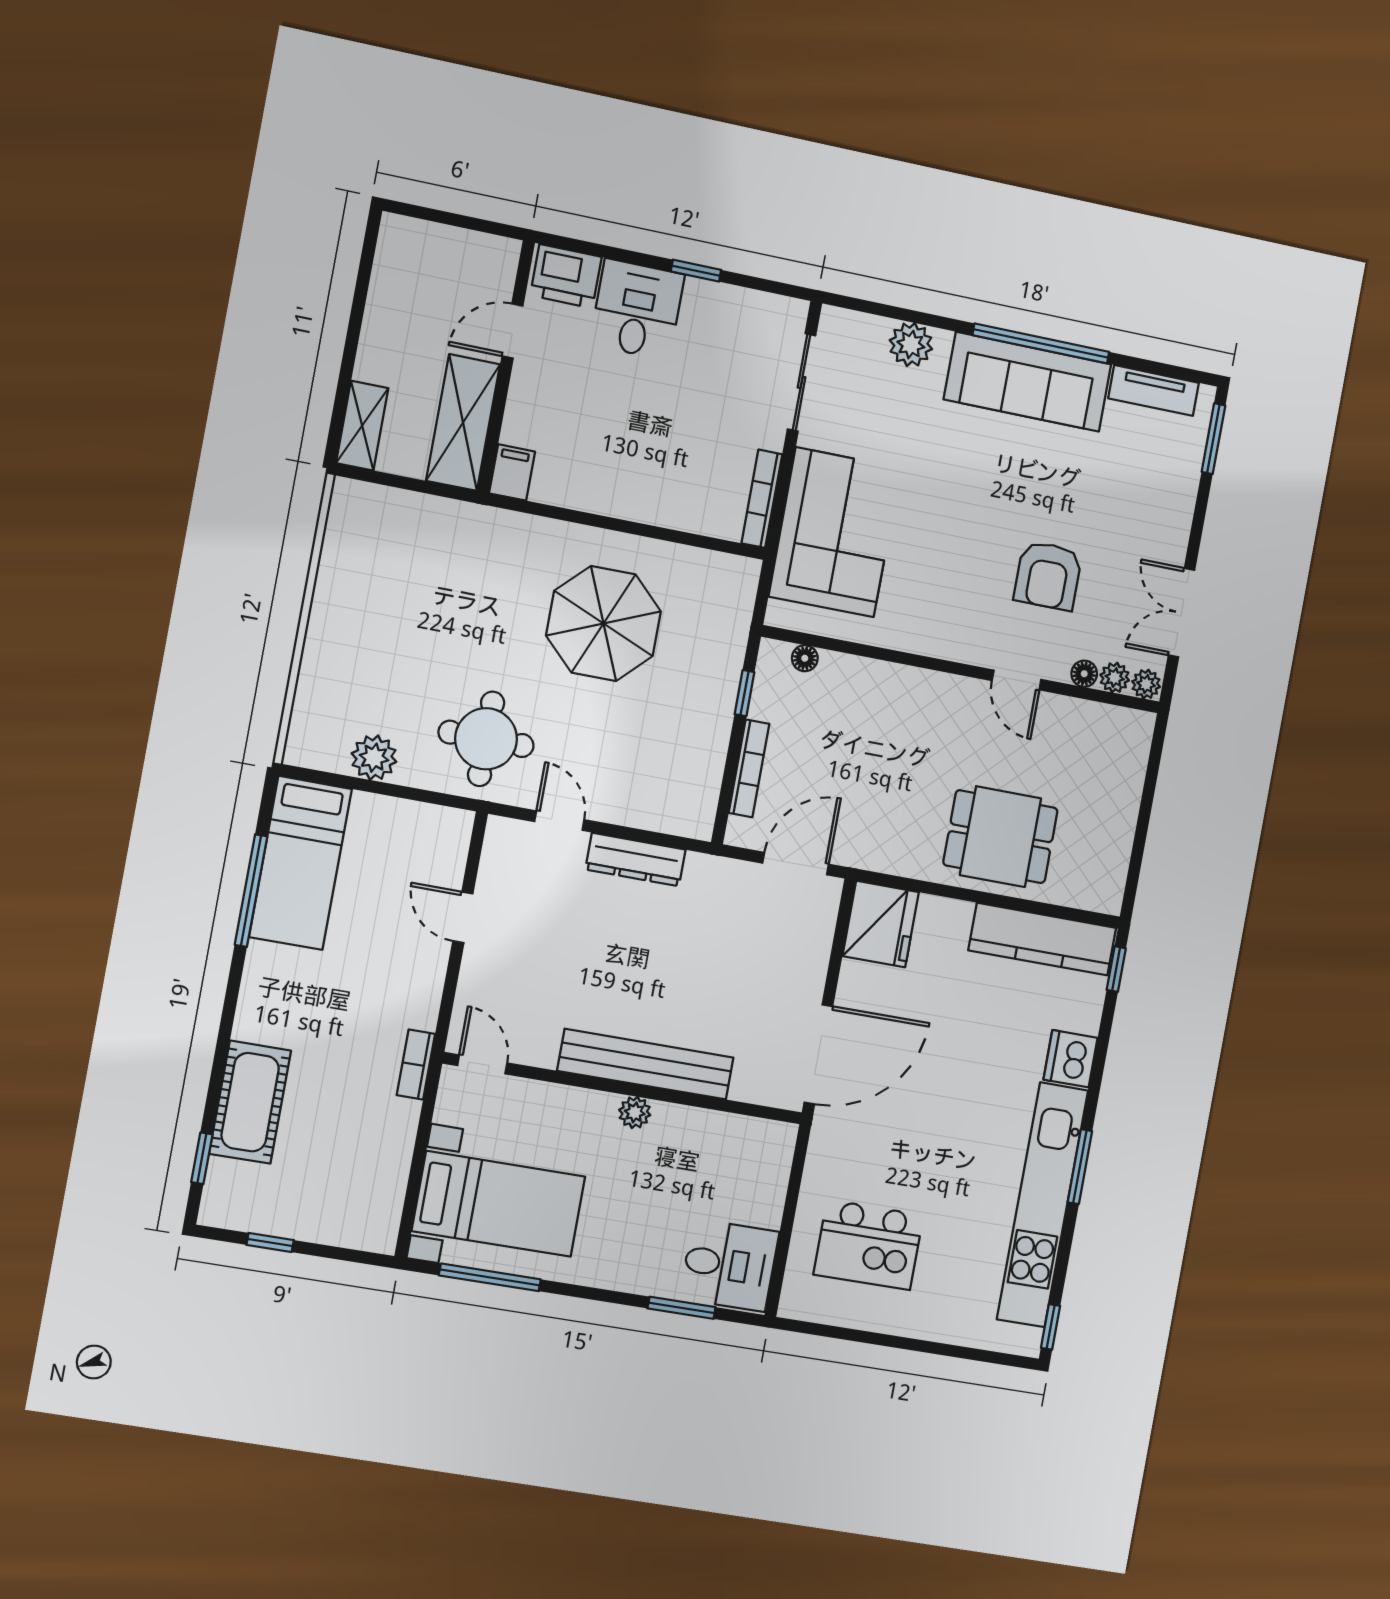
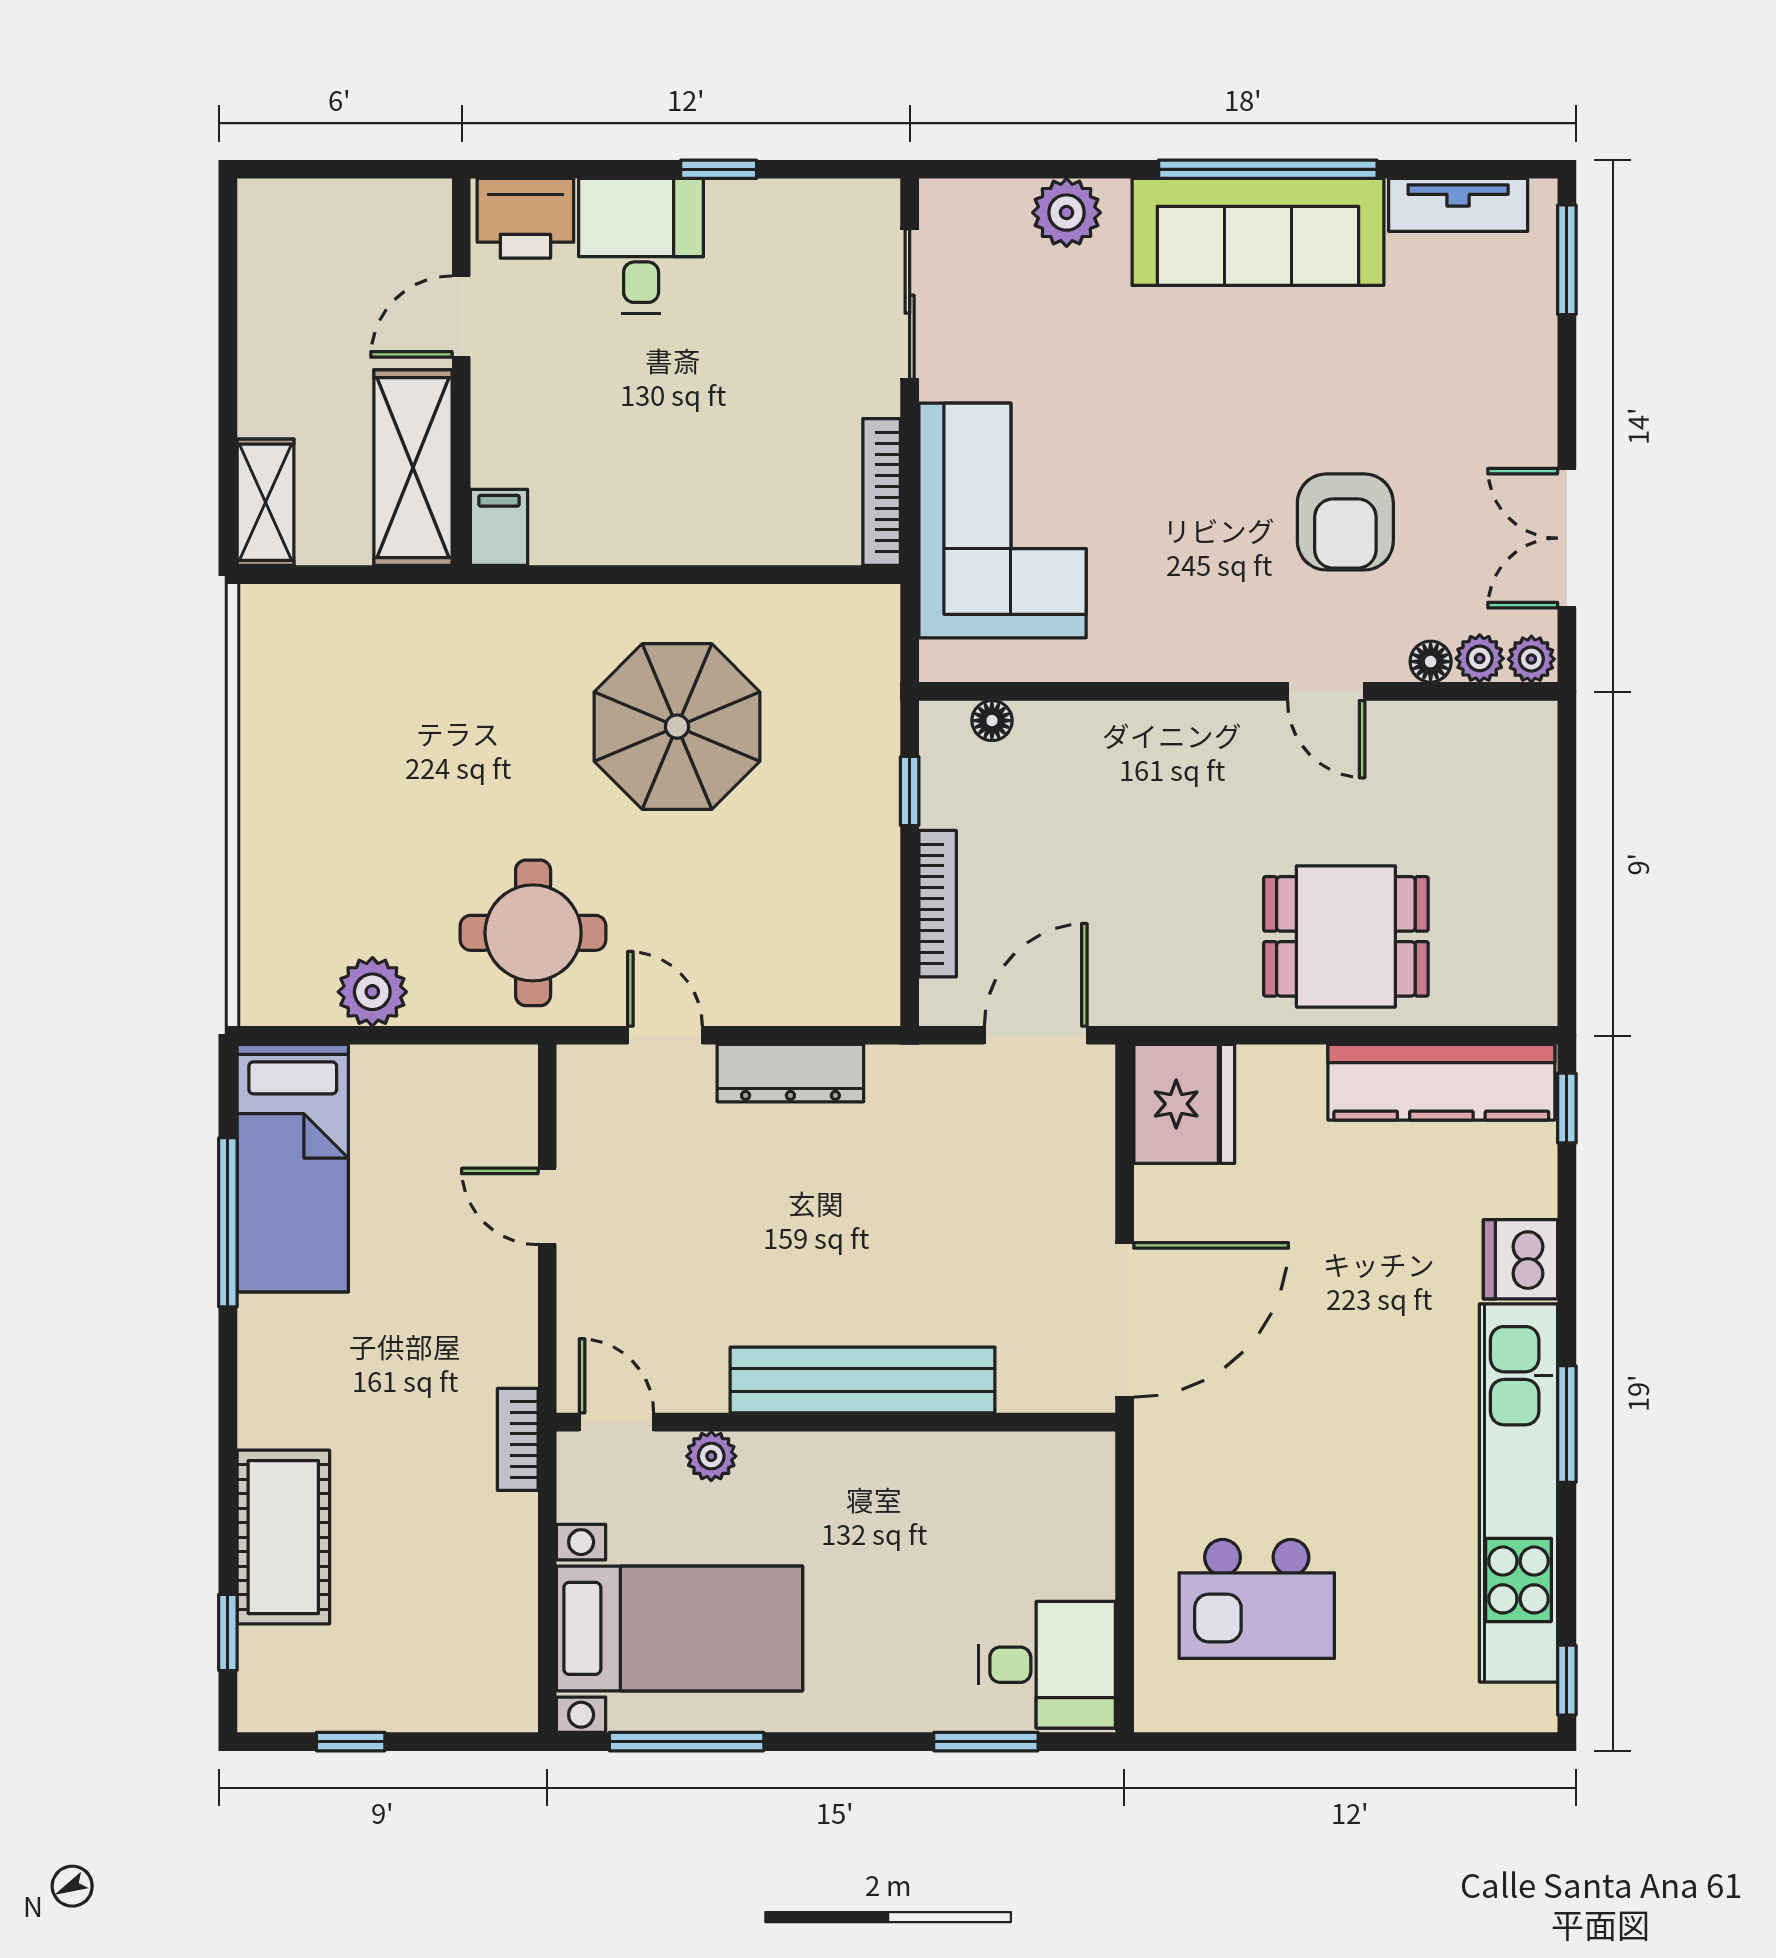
plant: (635, 1112) -> (711, 1456), moved

